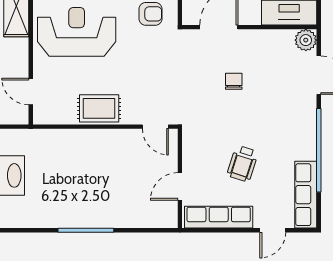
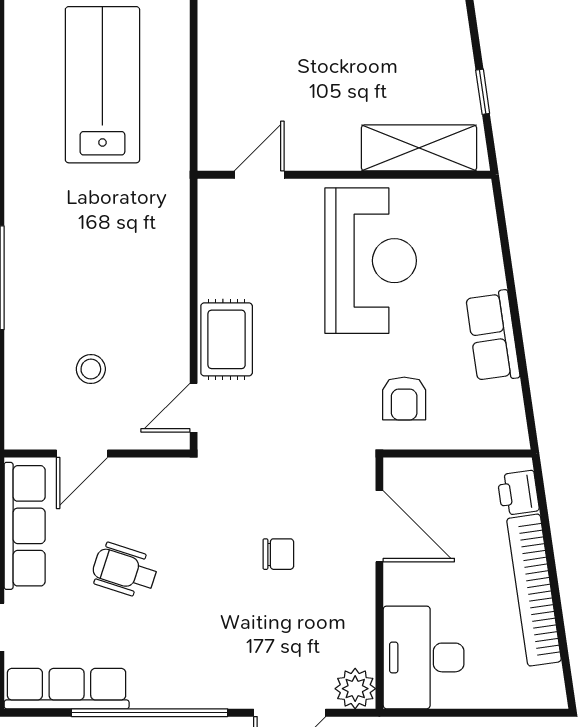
rug: (99, 108) -> (227, 339), moved
stool: (135, 182) -> (91, 369), added
door: (180, 186) -> (82, 453), swing flipped

